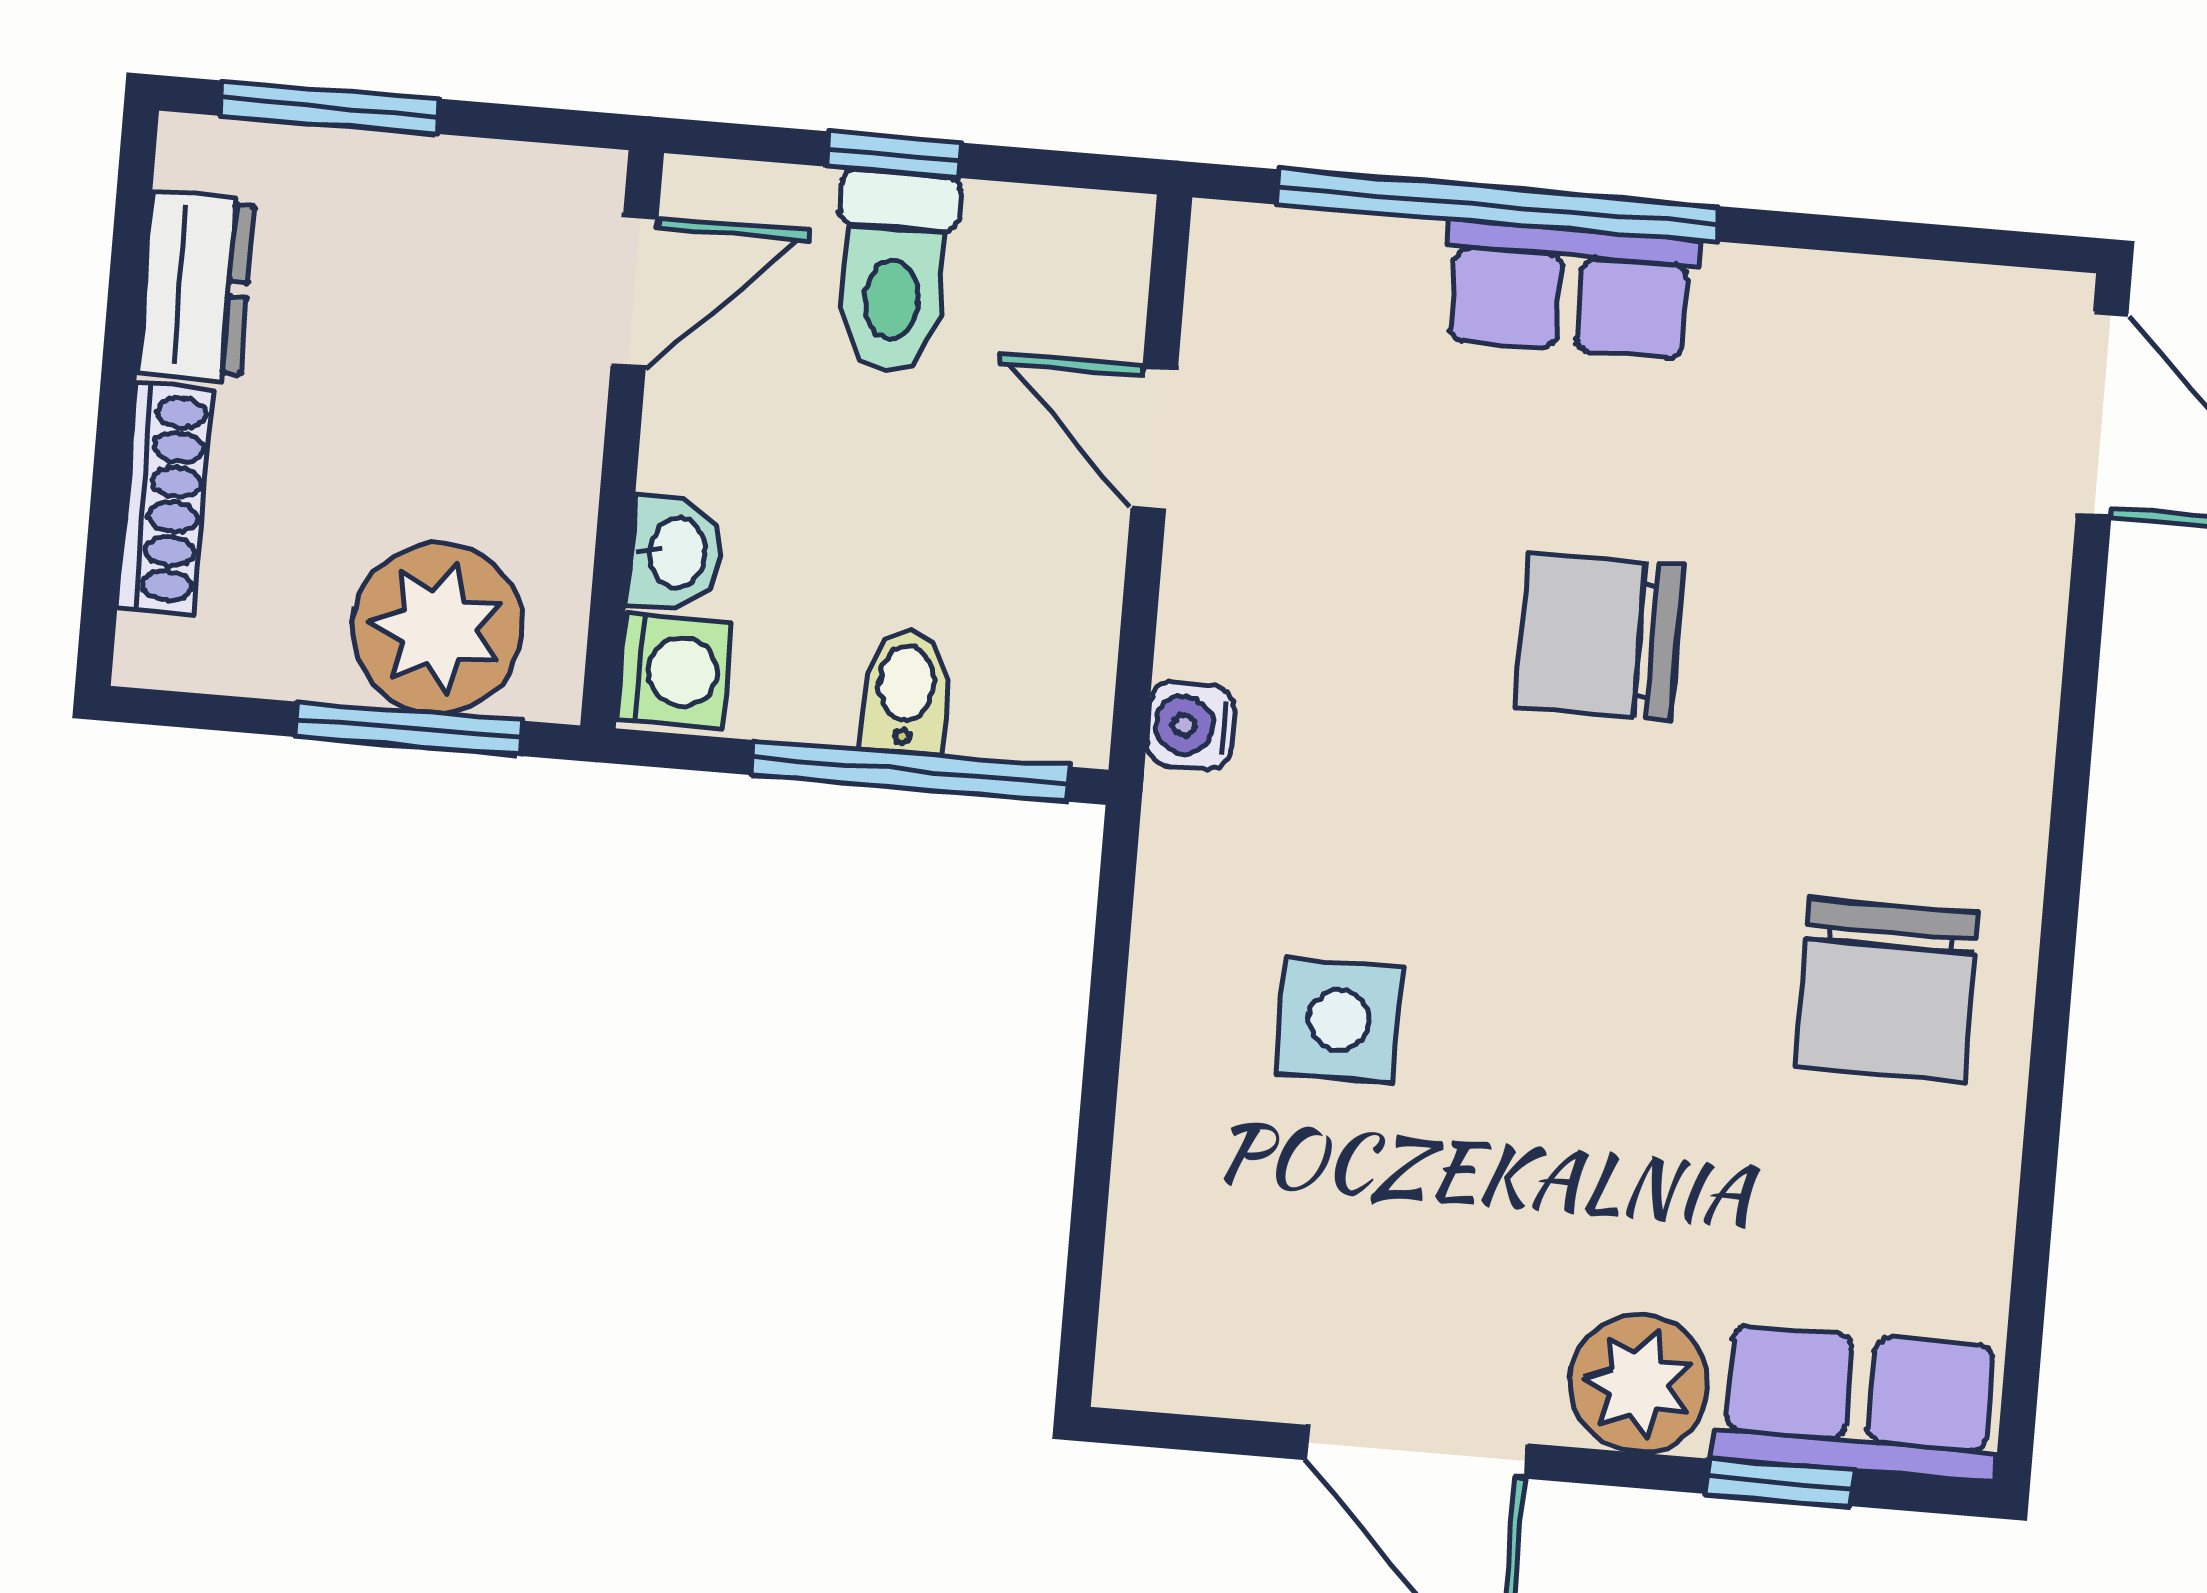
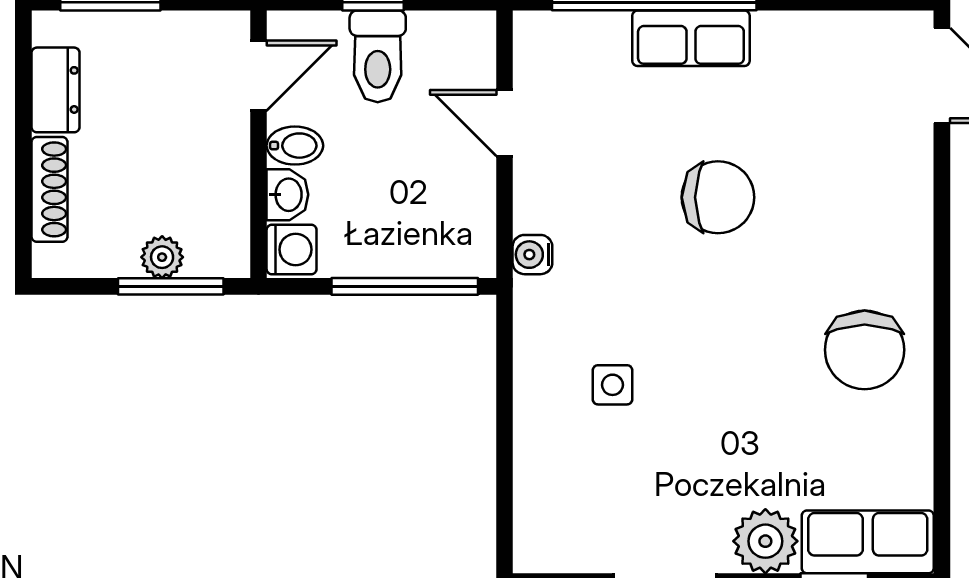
plant: (437, 628) -> (162, 257), width x0.53, depth x0.53
chair: (1599, 636) -> (718, 197), turned 180
bidet: (906, 692) -> (295, 146), moved, turned 90
side table: (1339, 1020) -> (612, 385), width x0.73, depth x0.73

